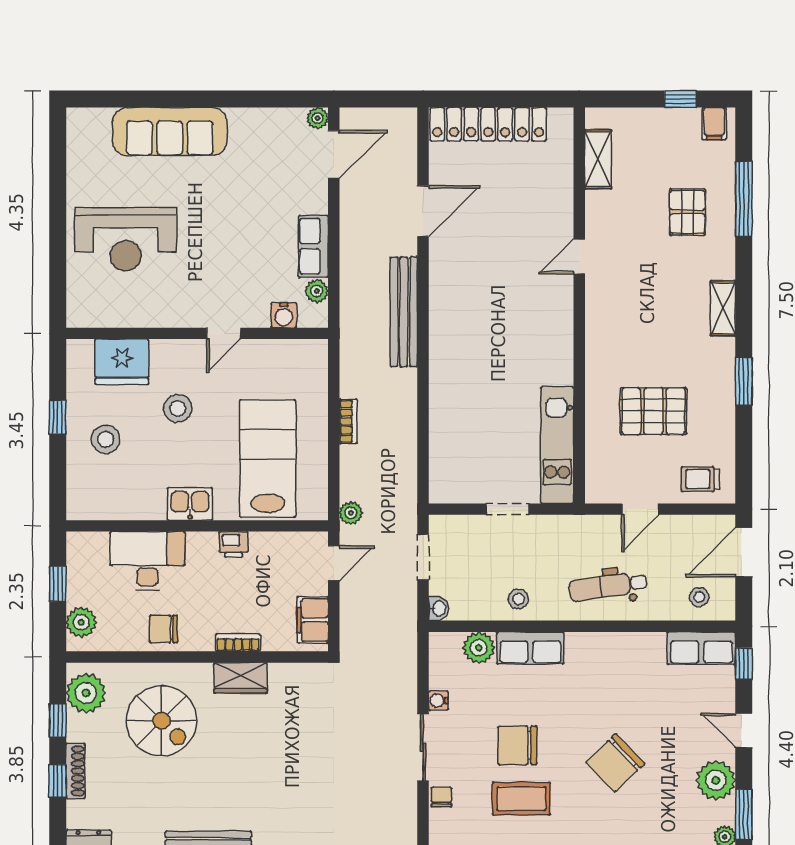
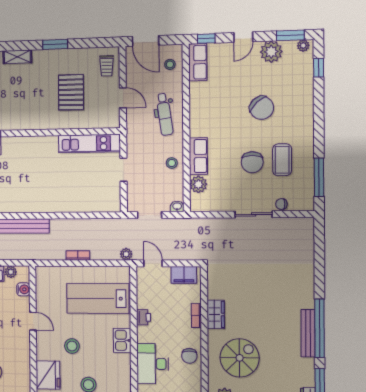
water cooler: (438, 701) -> (228, 206), removed

